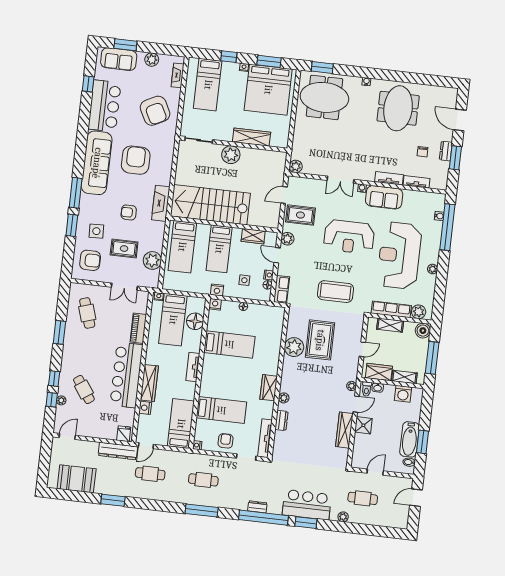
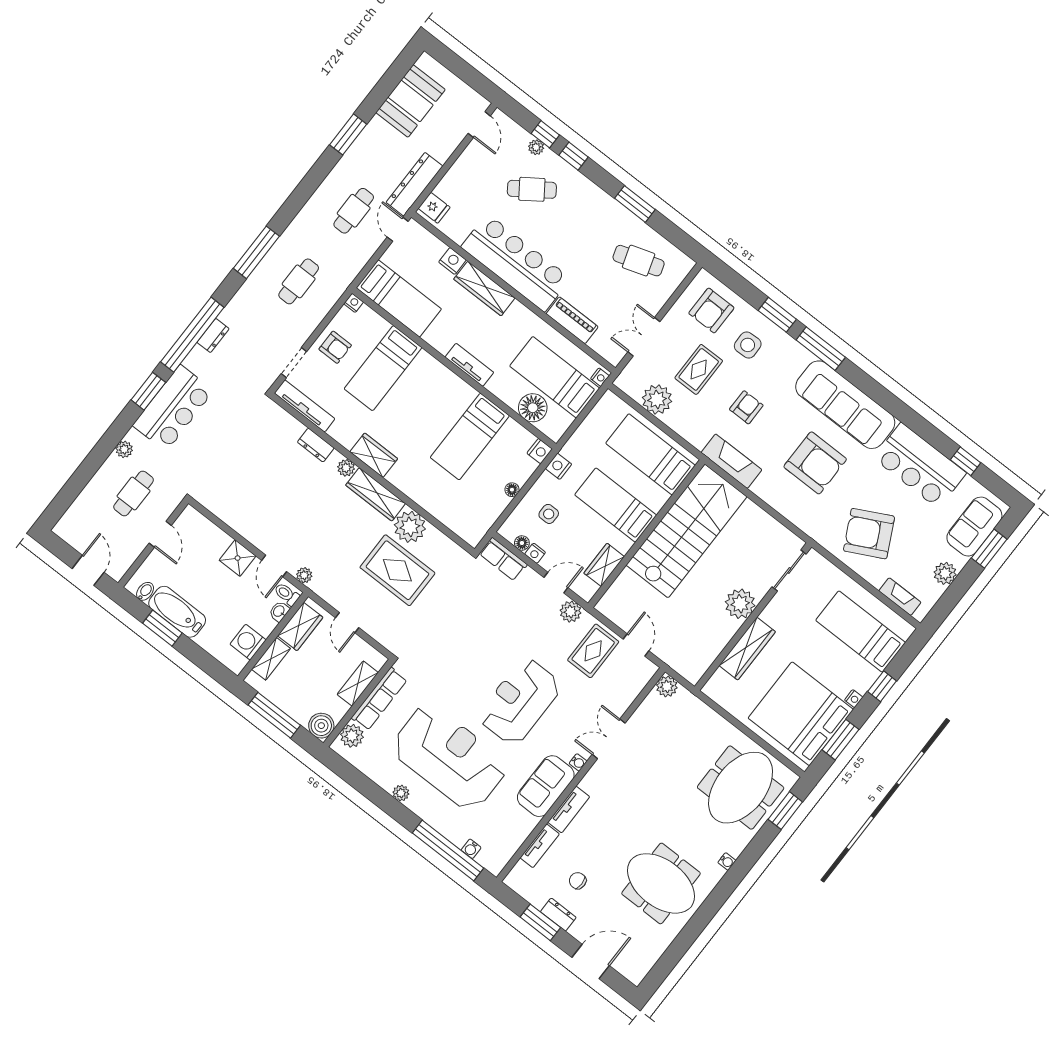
coffee table: (336, 292) -> (453, 635), removed
wardrobe: (344, 430) -> (376, 494), moved, turned 180

